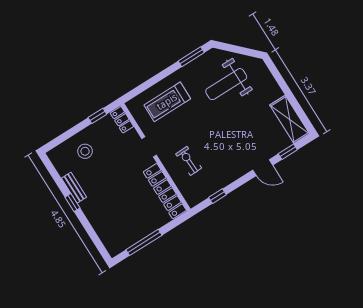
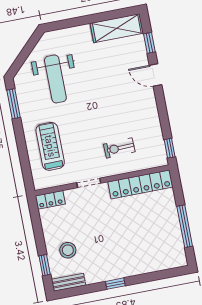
treadmill: (167, 102) -> (50, 146), turned 180
window: (97, 116) -> (45, 265), moved
door: (263, 168) -> (156, 75), swing flipped
bench: (74, 188) -> (69, 282), moved
window: (217, 196) -> (170, 148), moved

